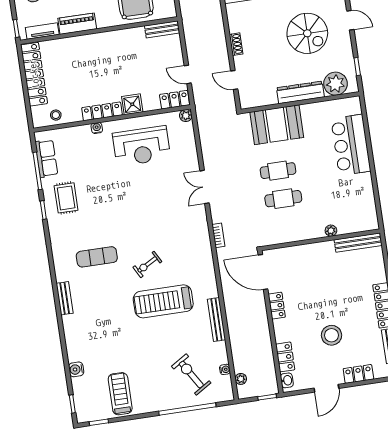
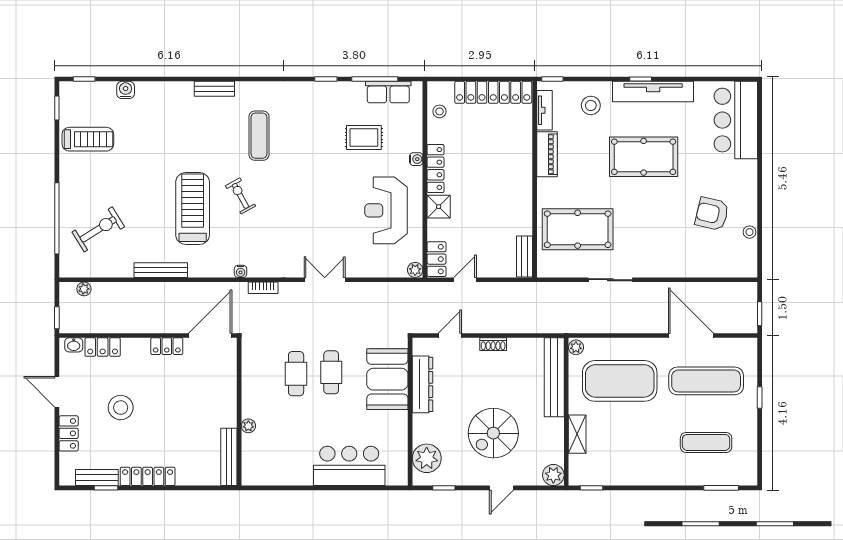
dresser: (300, 92) -> (422, 384), moved
rug: (66, 198) -> (364, 137), moved
water cooler: (225, 369) -> (241, 271), moved

